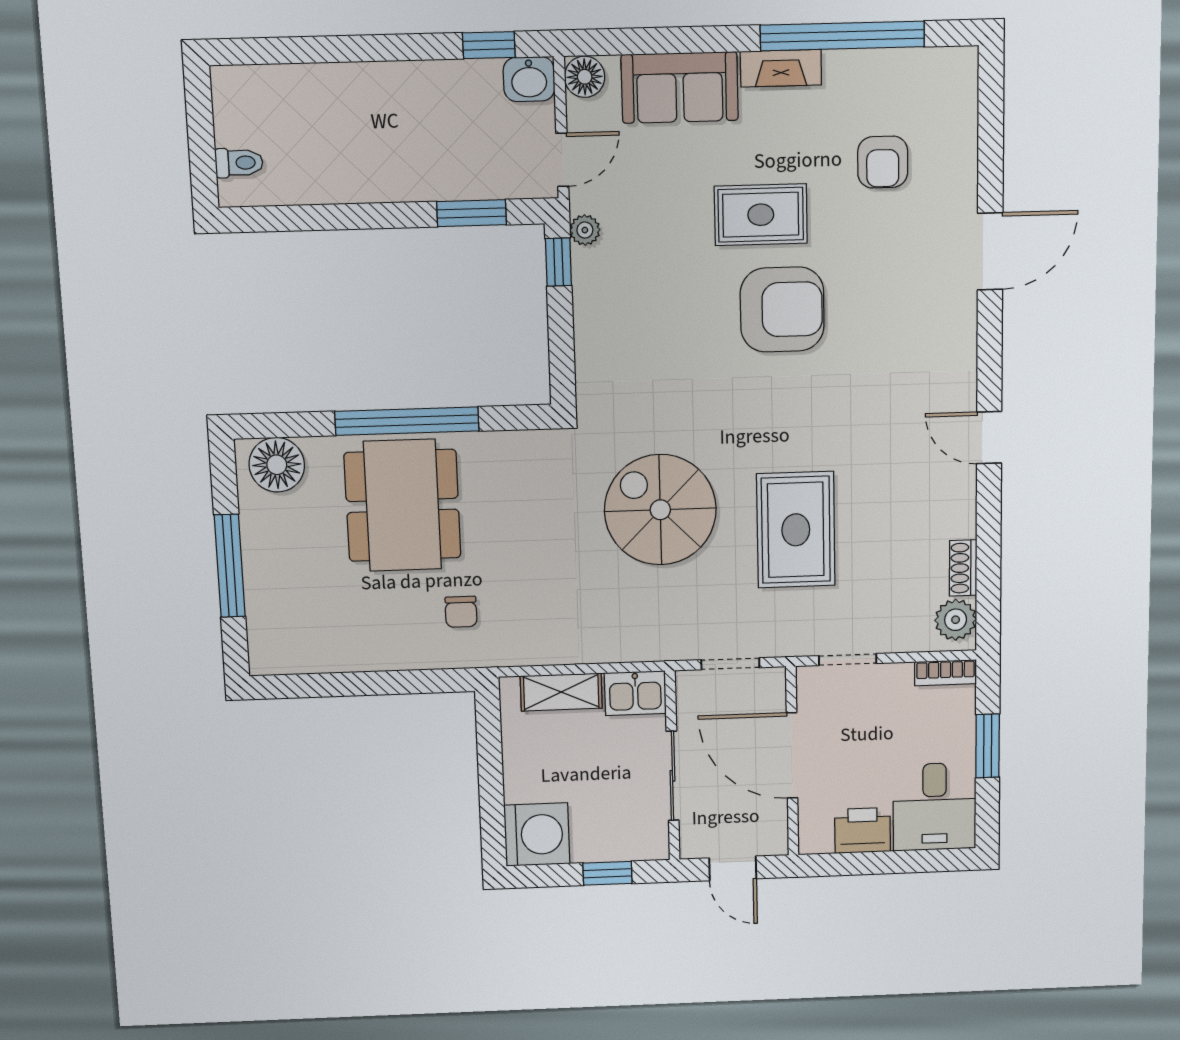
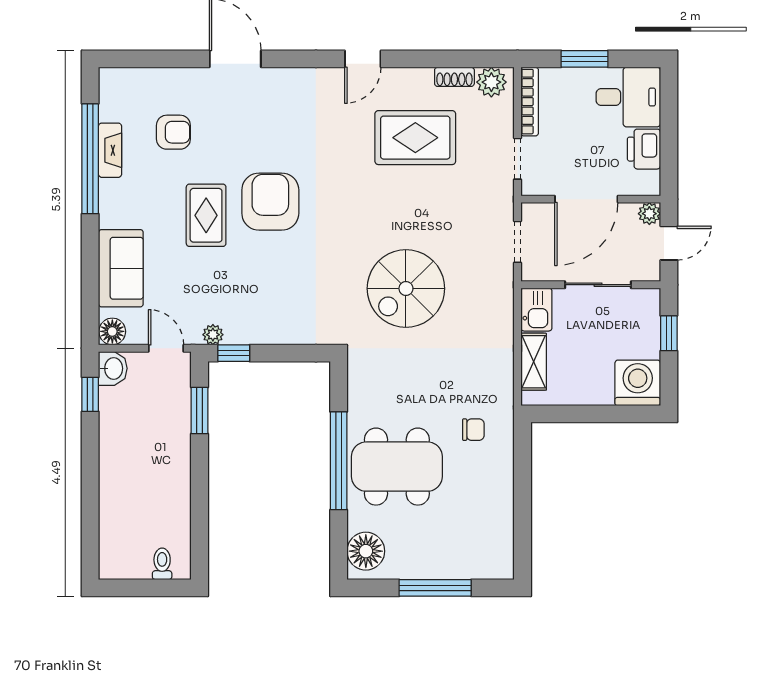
fireplace: (781, 68) -> (110, 150), moved
rug: (796, 530) -> (415, 138), moved
bookcase: (946, 673) -> (530, 102), width x1.56
plant: (773, 841) -> (649, 214), added

